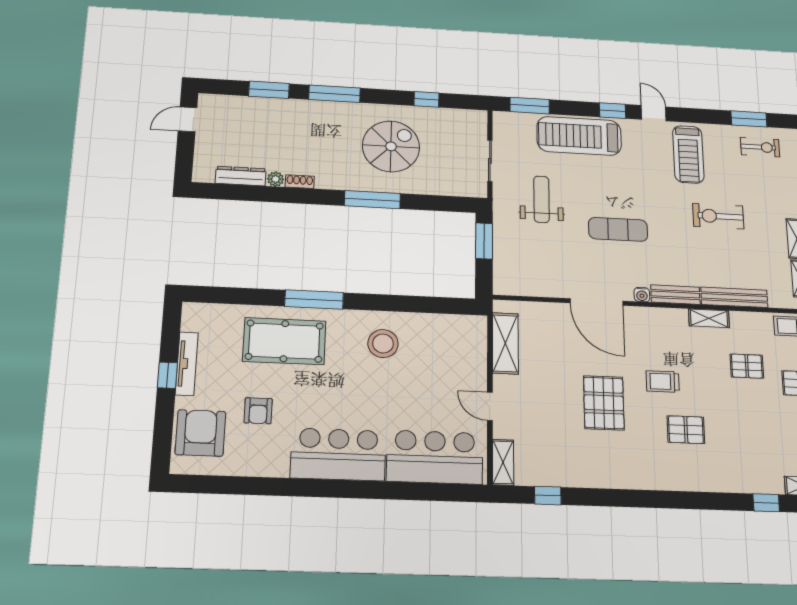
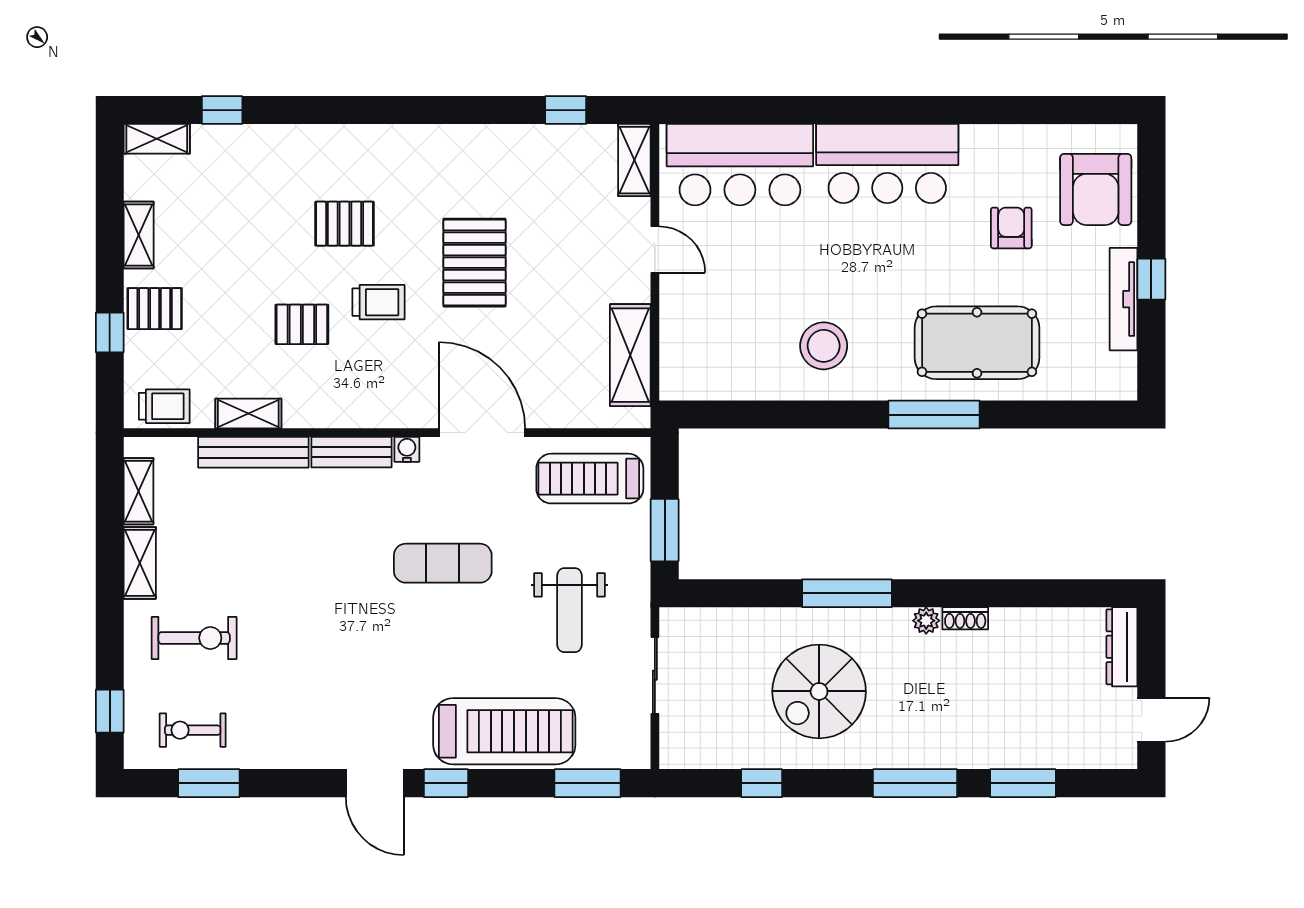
door: (654, 113) -> (375, 783), width x1.38
treadmill: (688, 154) -> (590, 479), moved, turned -90
dresser: (241, 176) -> (1122, 647), moved, turned 90
plant: (275, 179) -> (926, 621), moved
exercise bike: (718, 216) -> (194, 638), moved
shelving: (709, 318) -> (248, 414), moved
pallet: (747, 366) -> (302, 324), moved

